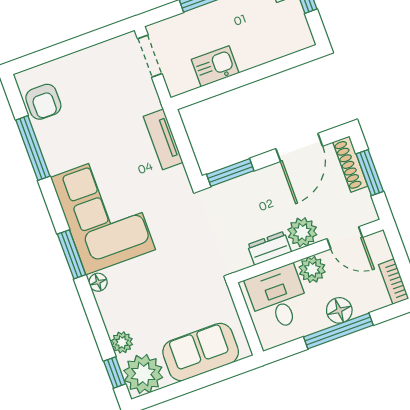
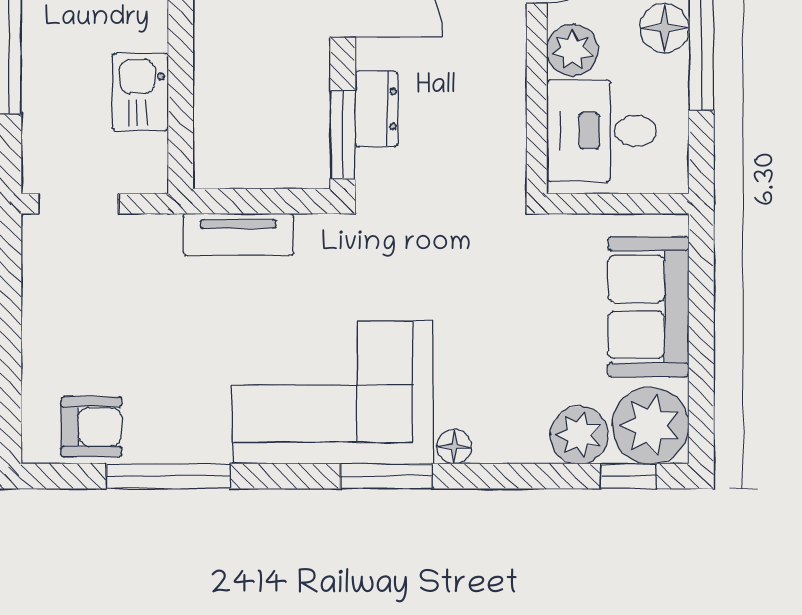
plant: (302, 232) -> (498, 43), removed
dresser: (269, 248) -> (376, 109), moved, turned 180
plant: (122, 342) -> (579, 435), width x1.38, depth x1.38

